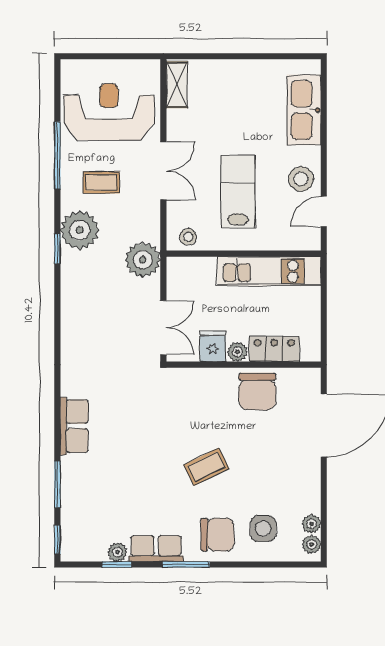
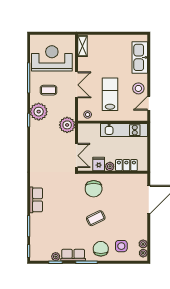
chair: (257, 391) -> (94, 189), moved
chair: (217, 535) -> (101, 249), turned -90

